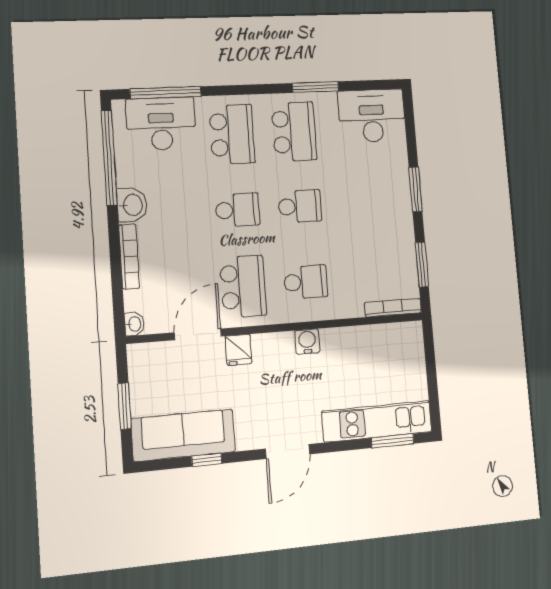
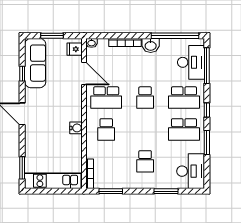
window: (253, 89) -> (207, 110), added
window: (415, 189) -> (166, 191), moved
school desk: (300, 206) -> (145, 161), moved
fridge: (239, 350) -> (75, 49), moved
kitchen unit: (377, 421) -> (53, 181), moved, turned -90

